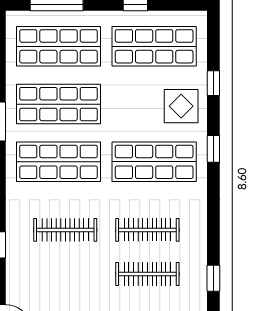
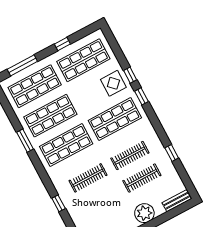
window: (213, 83) -> (130, 75), moved
window: (213, 278) -> (172, 153), moved

